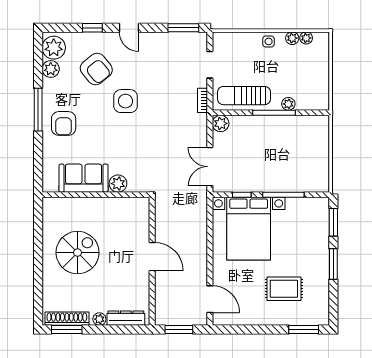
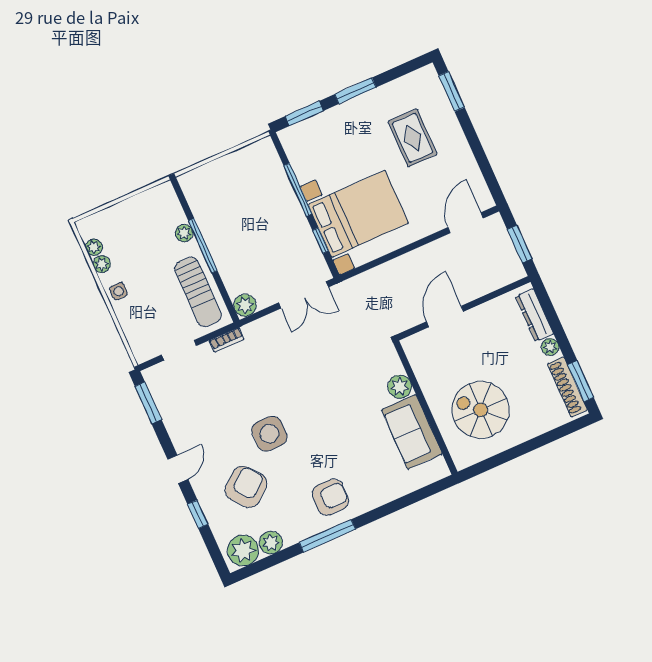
sofa: (84, 178) -> (412, 432), moved
plant: (118, 184) -> (400, 387), moved
wall: (96, 195) -> (425, 408), moved

